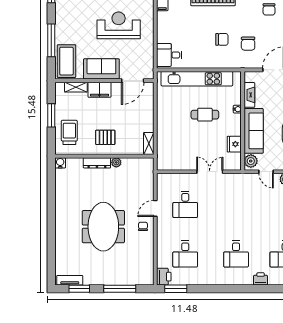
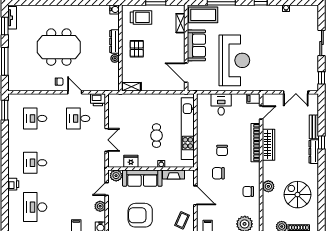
reception desk: (119, 25) -> (234, 60), width x1.36, depth x1.30
desk: (169, 55) -> (221, 104), moved
filing cabinet: (99, 90) -> (178, 44), removed
printer: (164, 277) -> (98, 100), moved

